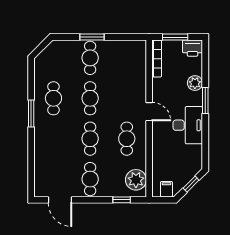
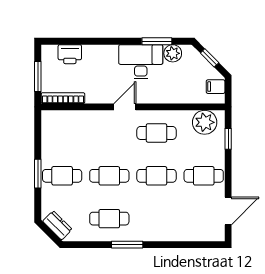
printer: (193, 48) -> (70, 54), moved, turned 90
dresser: (48, 54) -> (57, 225), added
plant: (195, 83) -> (173, 53), moved
window: (205, 100) -> (157, 41), moved

